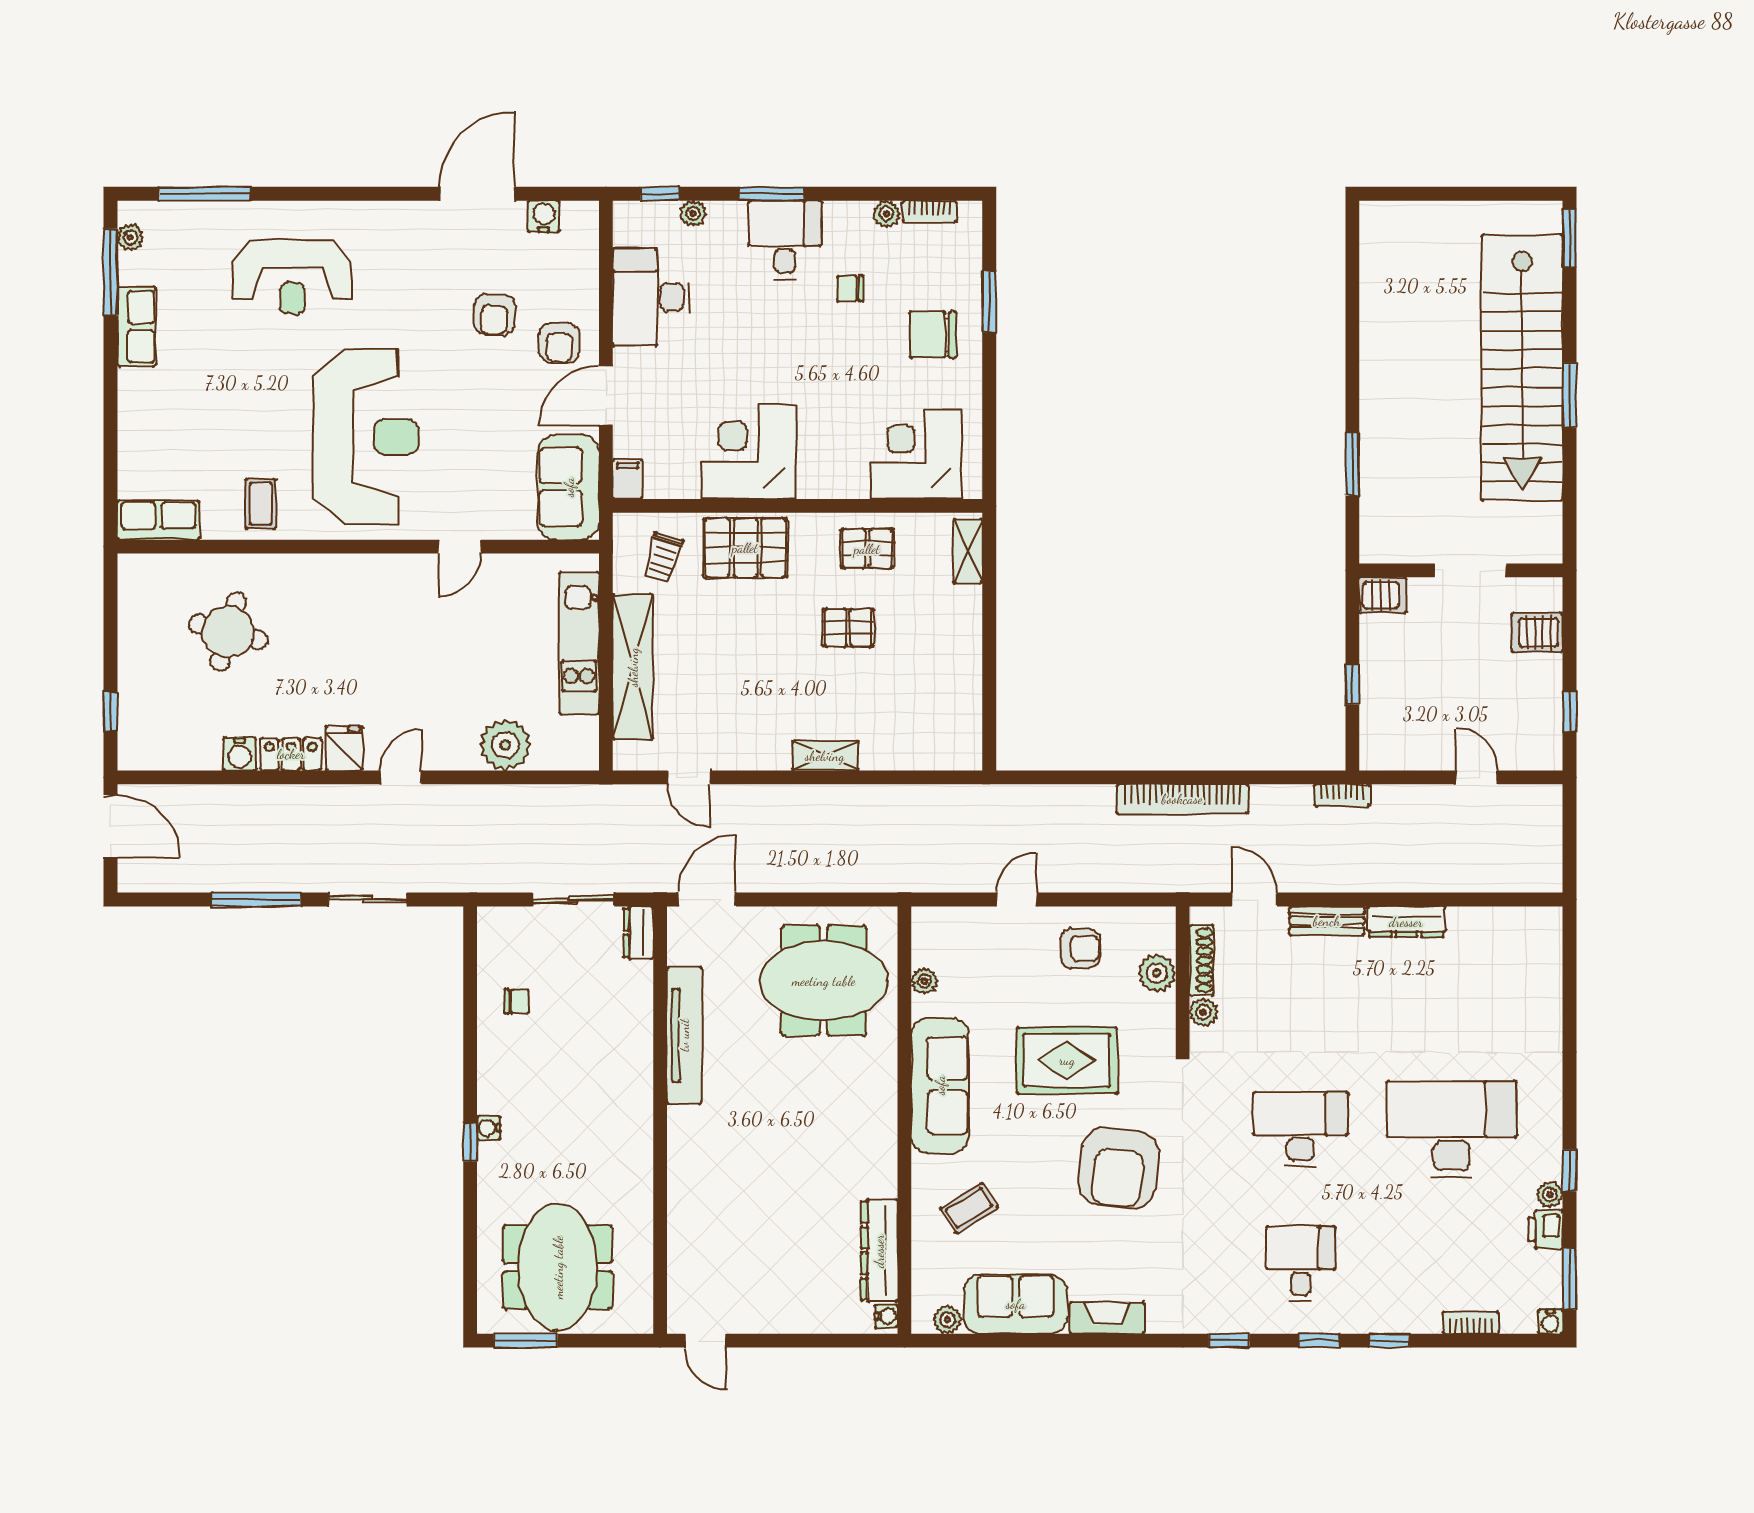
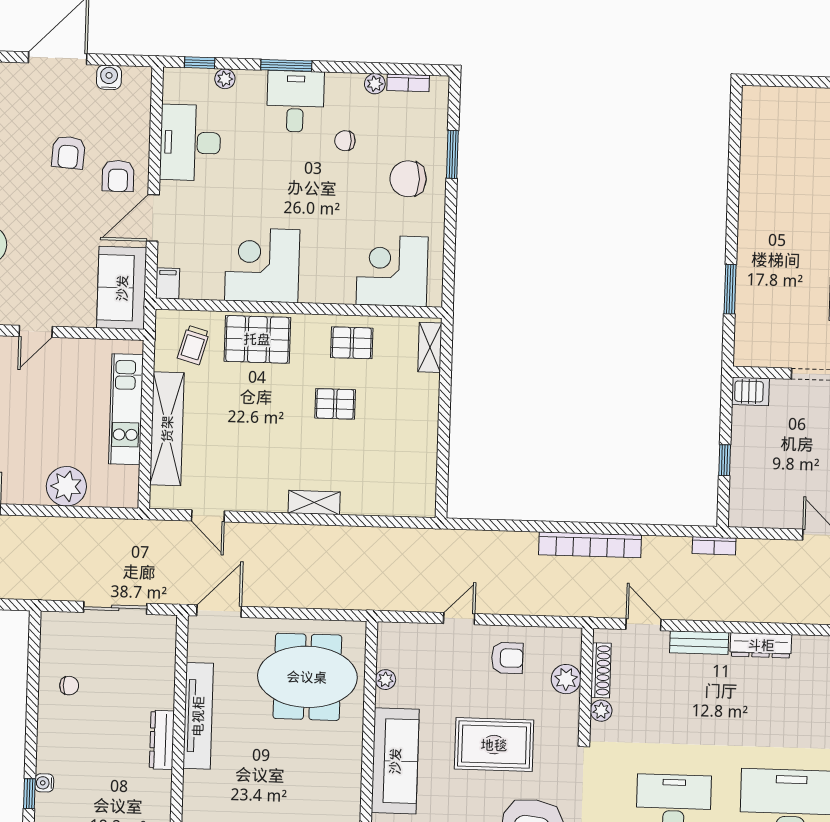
dresser: (639, 933) -> (162, 740), moved, width x1.44

